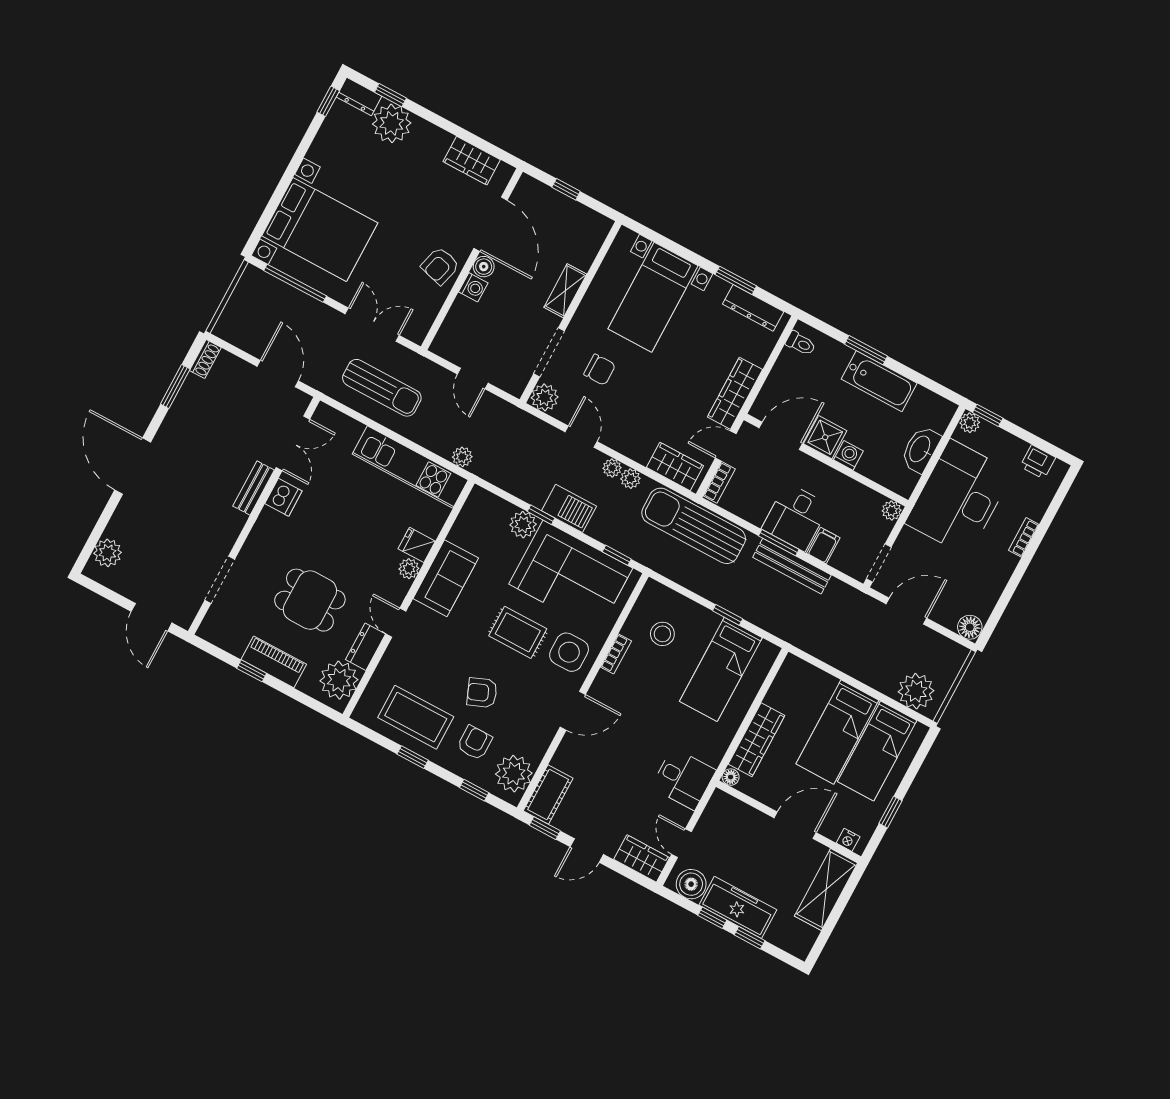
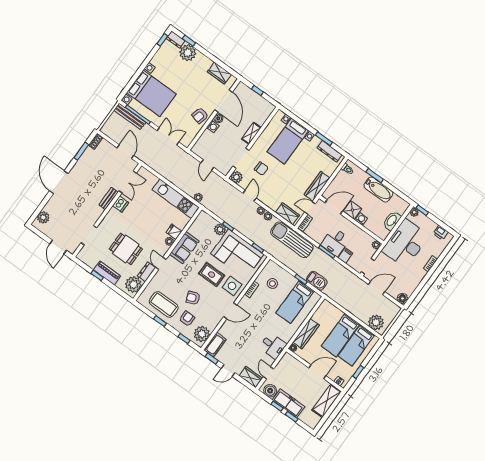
sun lounger: (382, 388) -> (168, 164), removed
barbecue: (569, 508) -> (317, 281), moved
bench: (792, 566) -> (130, 116), moved

